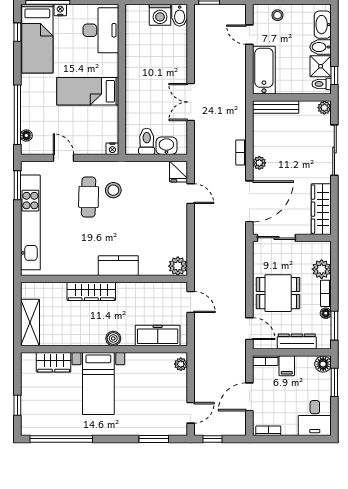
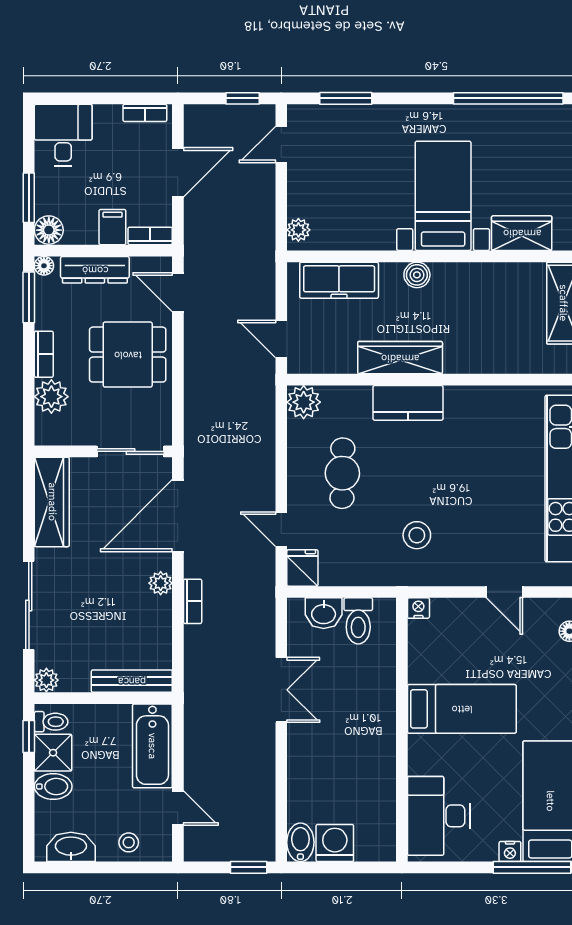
washbasin: (323, 25) -> (71, 847), moved, turned -90
cafe table: (89, 197) -> (342, 473), moved
wardrobe: (91, 291) -> (400, 358), moved
floor lamp: (326, 313) -> (44, 266), moved

